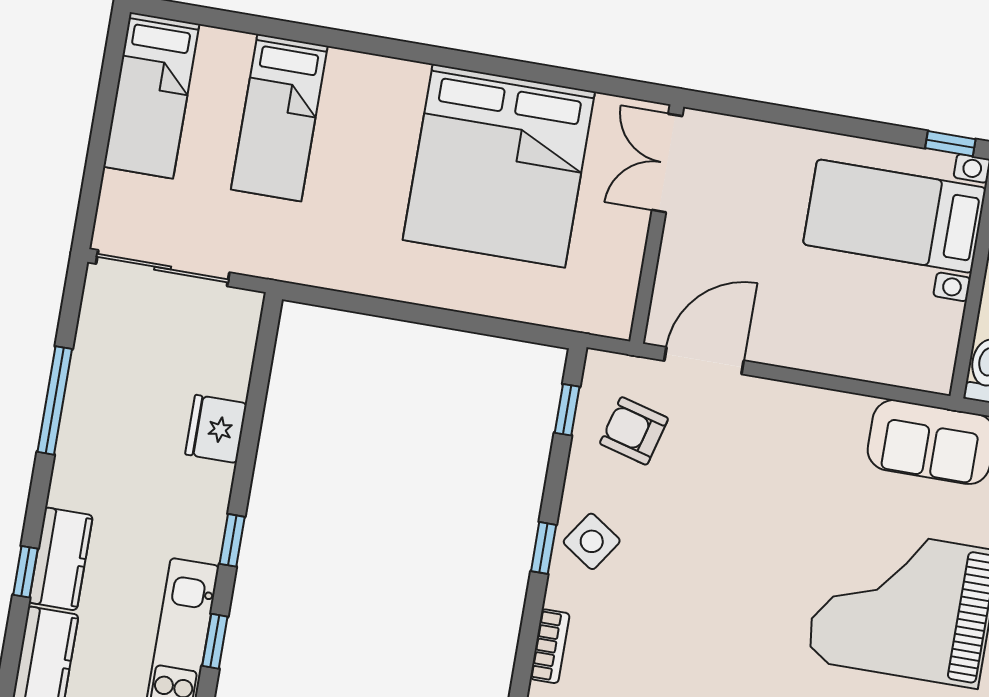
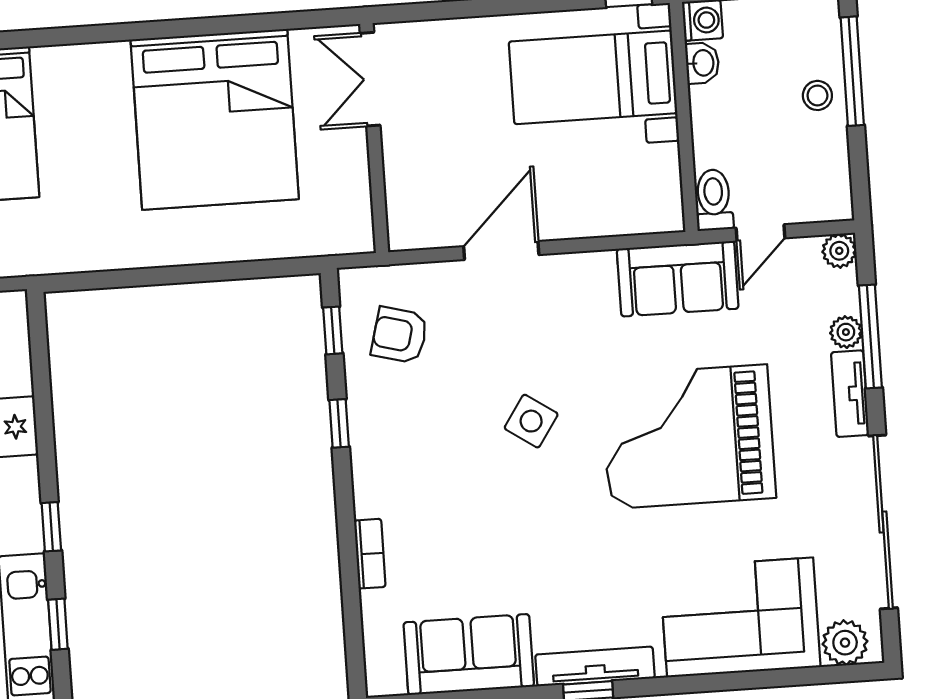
door: (704, 361) -> (501, 251), moved
side table: (592, 541) -> (531, 421), moved
window: (544, 548) -> (339, 423), moved

